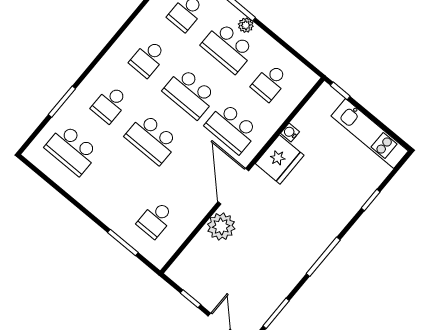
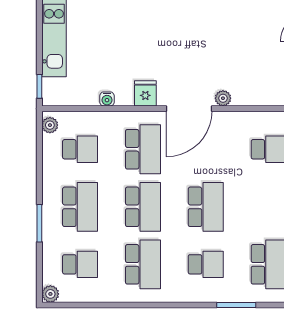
plant: (246, 25) -> (50, 125), moved
school desk: (148, 58) -> (143, 264), width x1.85
fridge: (280, 159) -> (145, 93), width x0.53, depth x0.75
plant: (221, 226) -> (223, 98), width x0.53, depth x0.53

